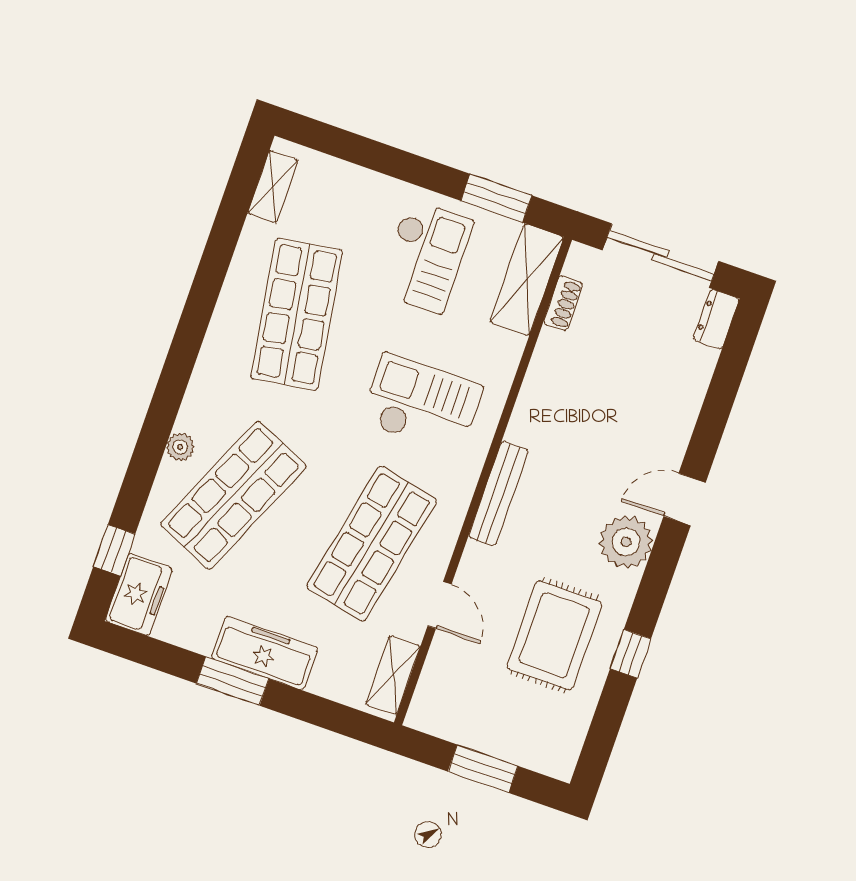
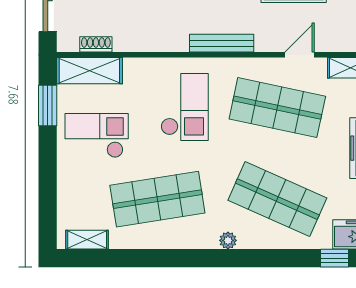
checkout: (422, 404) -> (185, 107), turned 180
plant: (180, 447) -> (228, 240), moved

